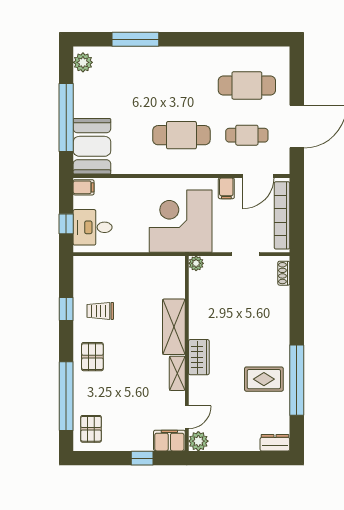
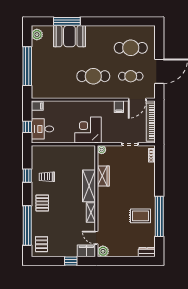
booth: (92, 146) -> (69, 36), moved, turned 90
corner desk: (181, 221) -> (88, 130), width x0.74, depth x0.74
wardrobe: (199, 357) -> (103, 176), moved
door: (187, 417) -> (96, 238), swing flipped

